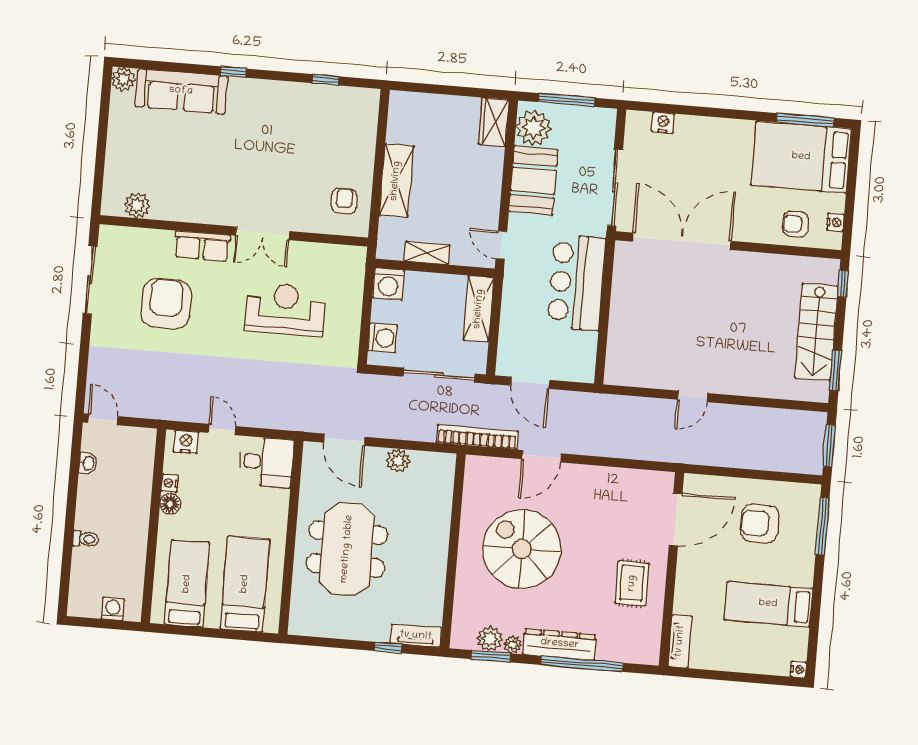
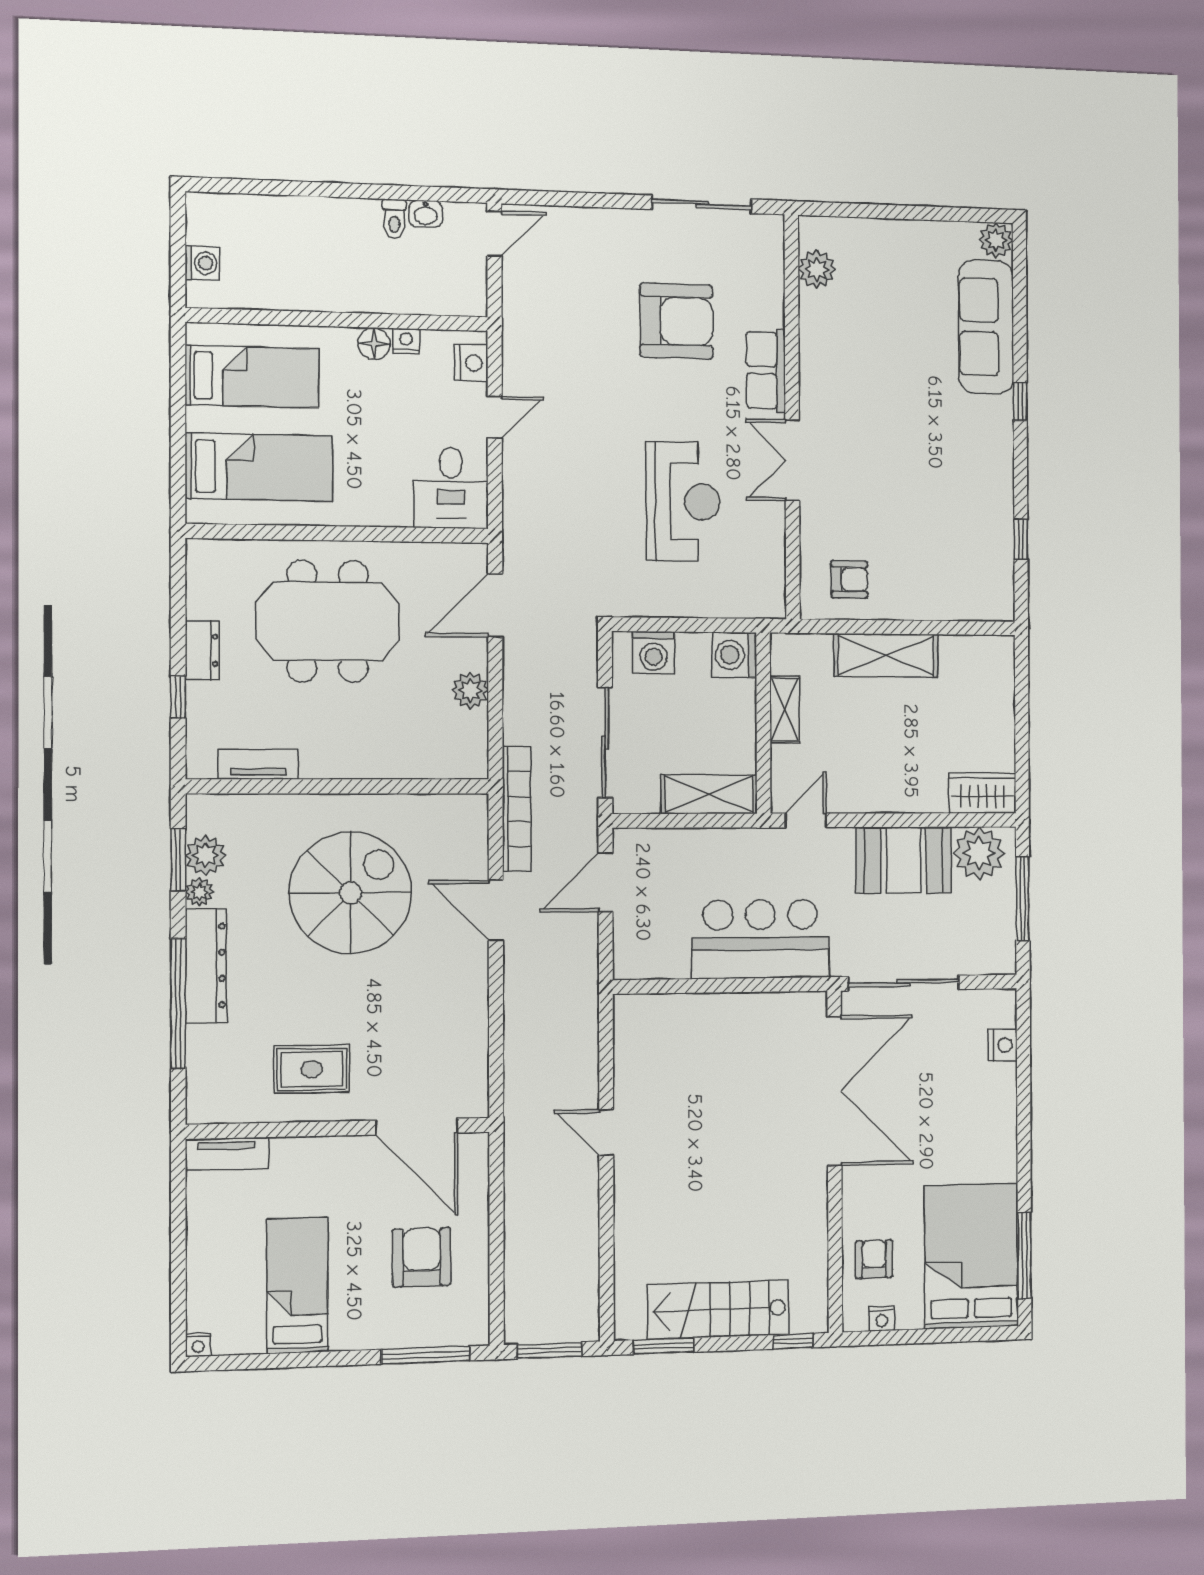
toilet: (86, 539) -> (394, 219), moved
dresser: (359, 630) -> (202, 650), added
tv unit: (416, 636) -> (258, 764), moved, turned -90

